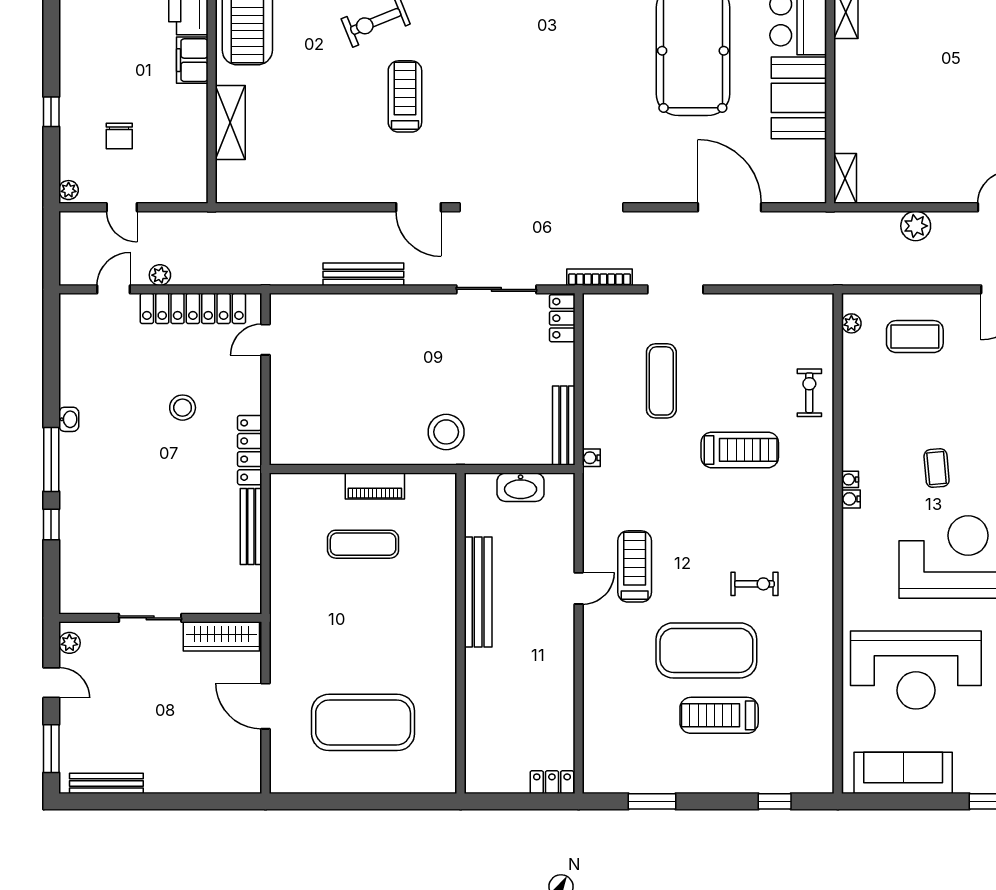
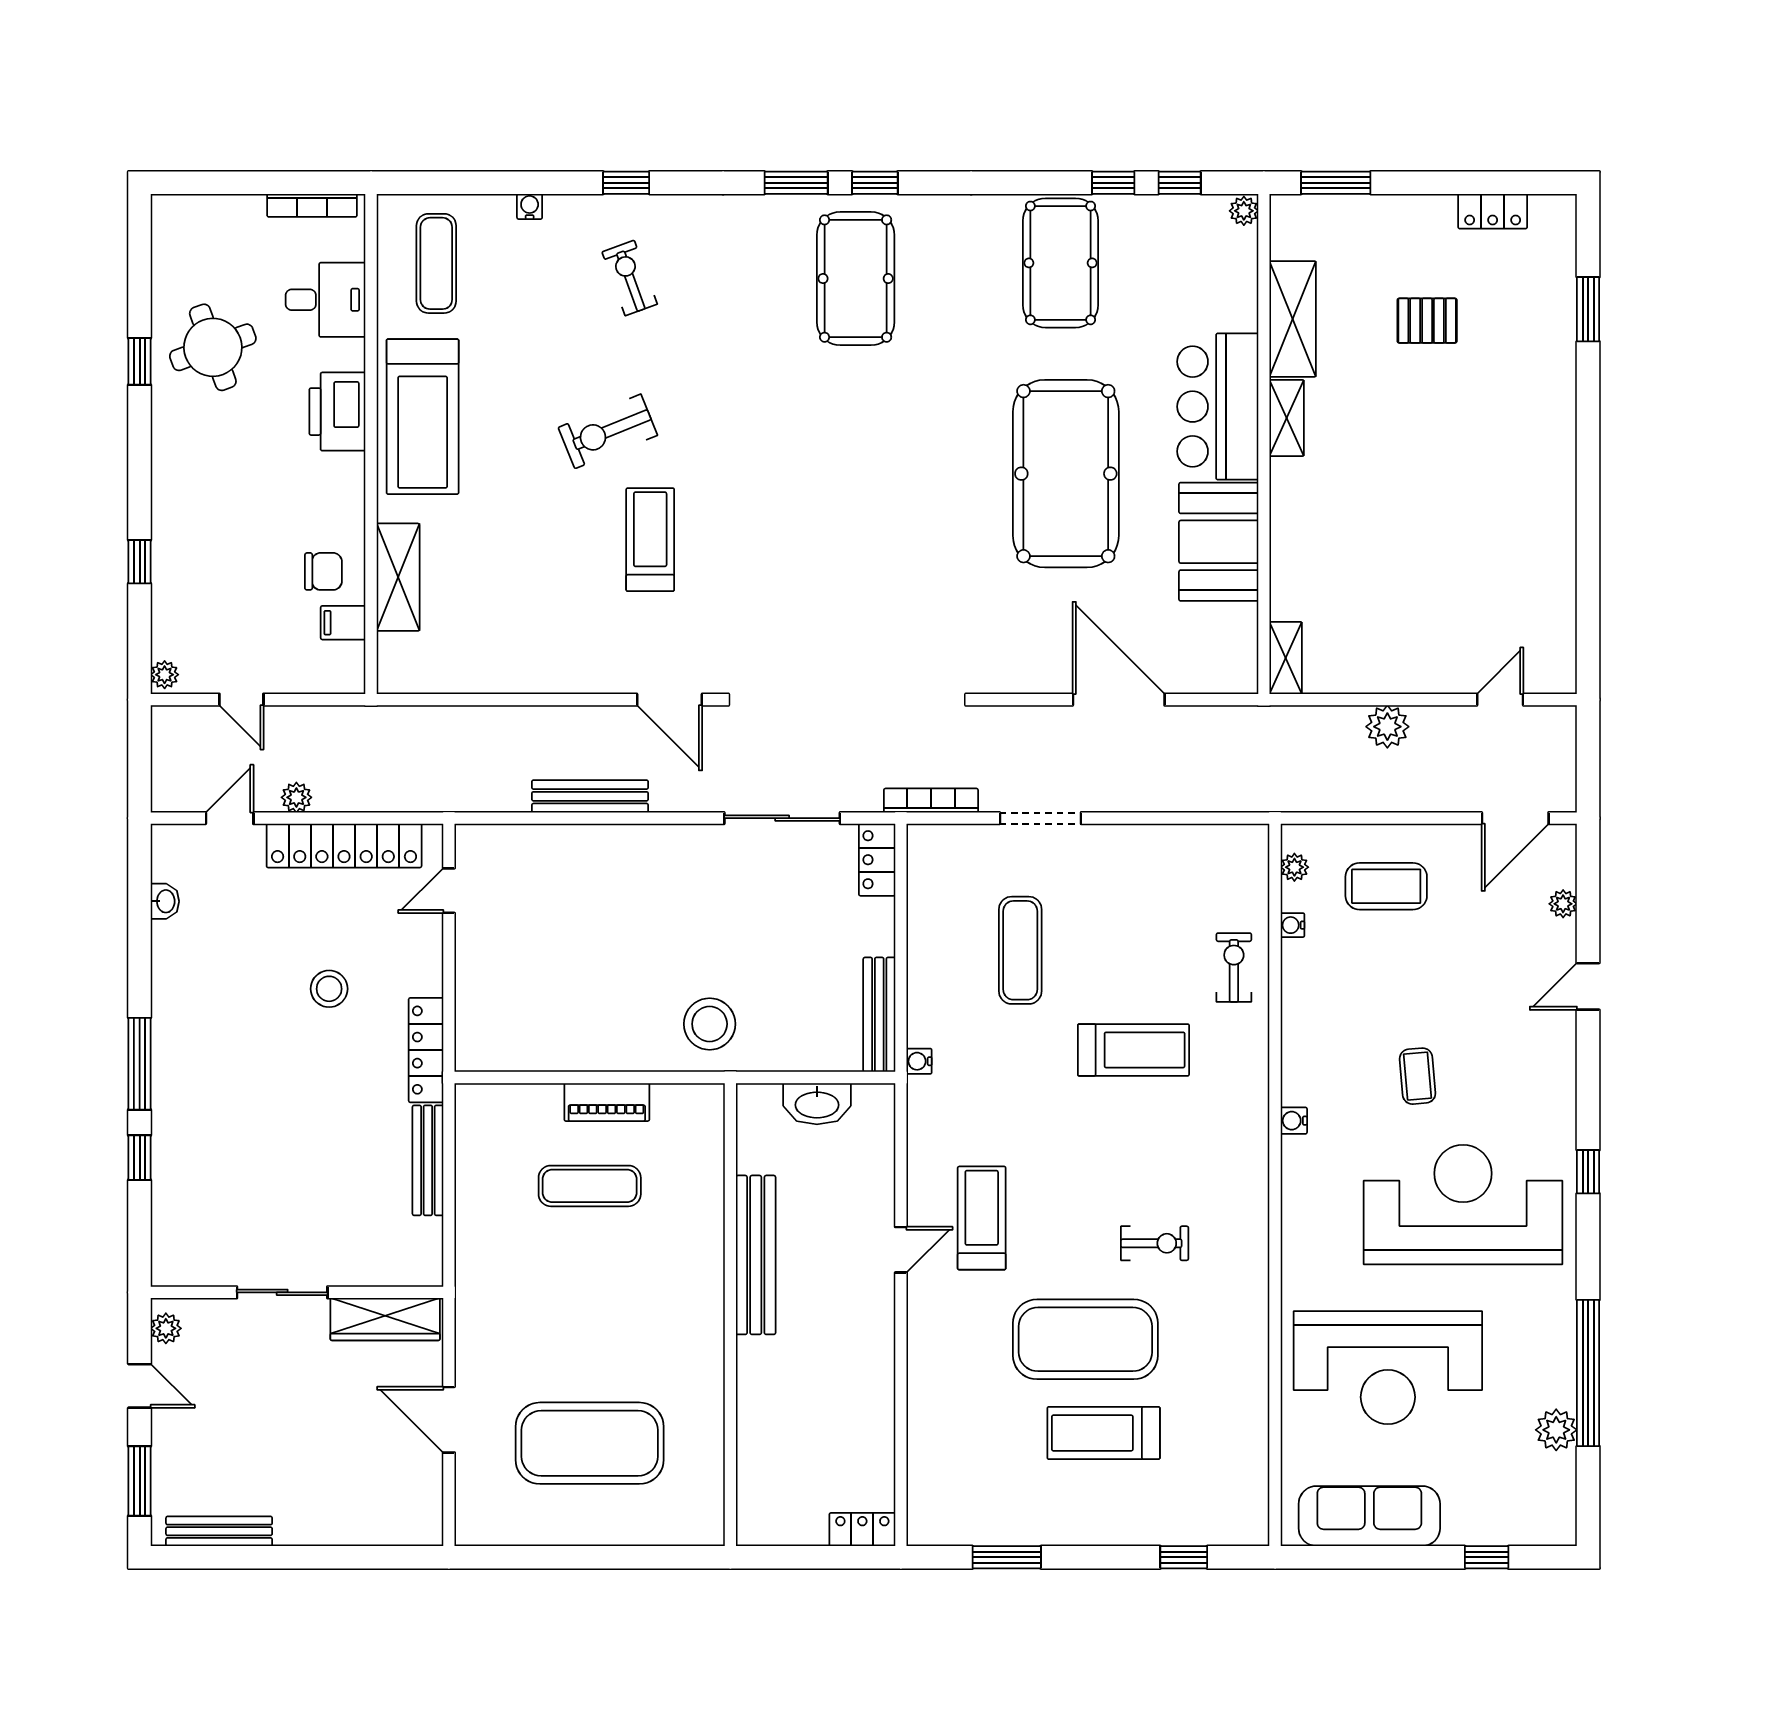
filing cabinet: (192, 60) -> (343, 623), moved, width x0.50
chair: (119, 136) -> (323, 571), moved, turned -90
washbasin: (69, 419) -> (165, 901), moved
water cooler: (850, 479) -> (1293, 925), moved

